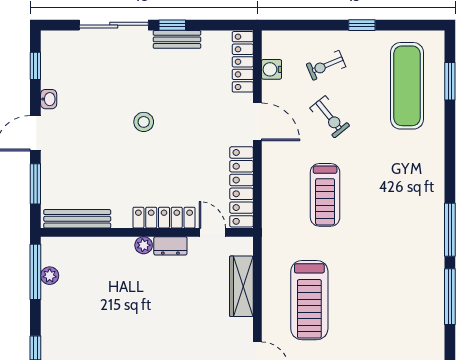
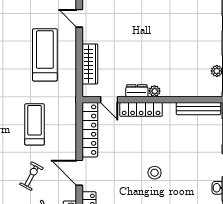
exercise bike: (330, 117) -> (31, 176), turned 67

